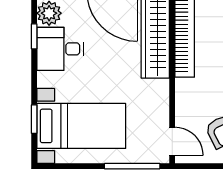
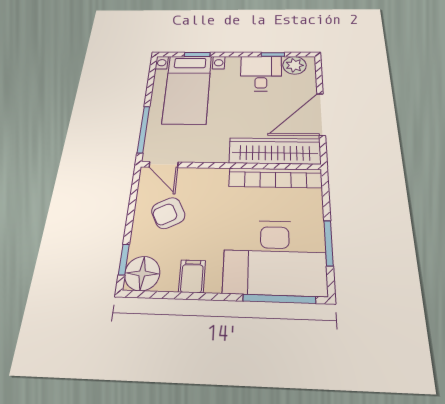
door: (172, 141) -> (164, 165), hinge flipped

